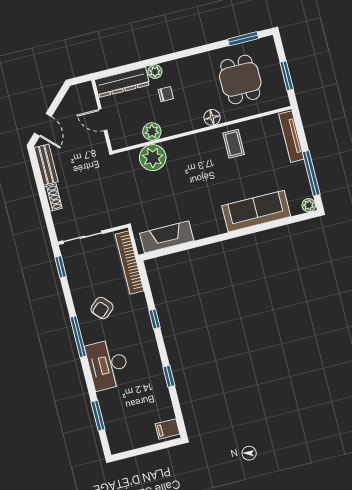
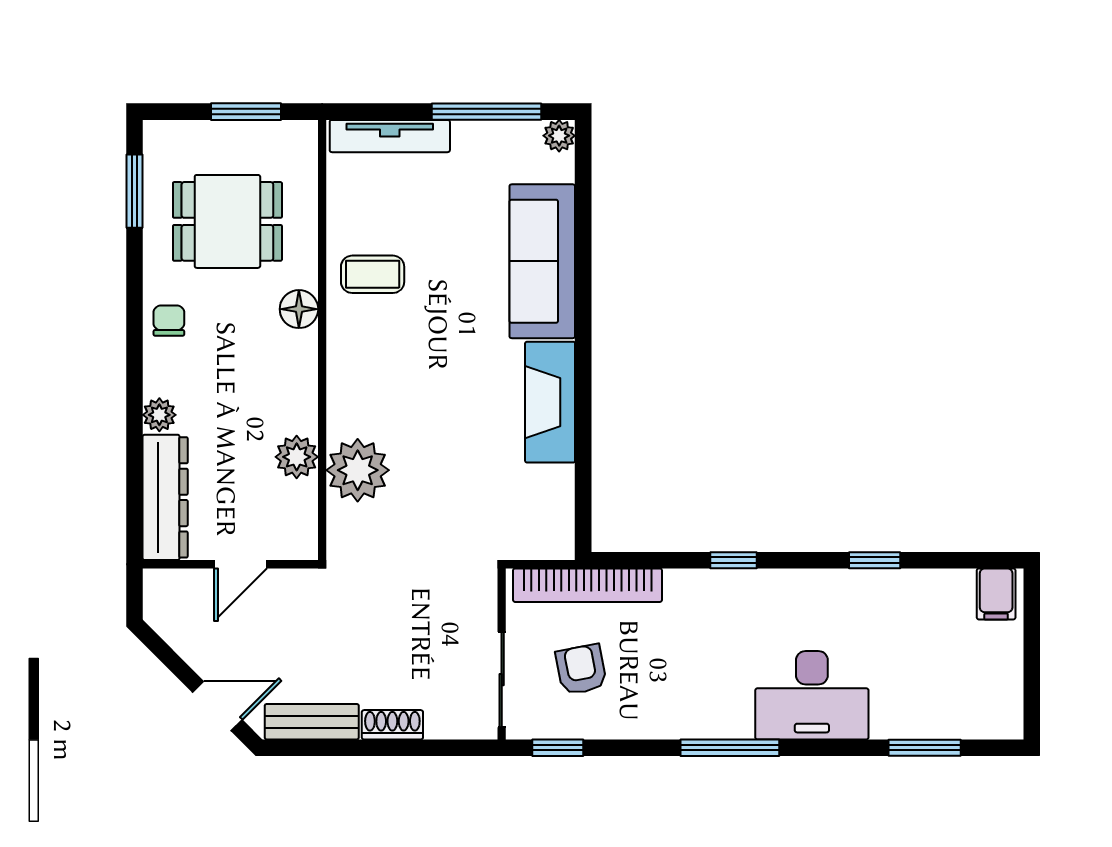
chair: (166, 94) -> (169, 321), moved
fireplace: (167, 237) -> (550, 402), moved
armchair: (102, 308) -> (581, 669), moved, turned -149

